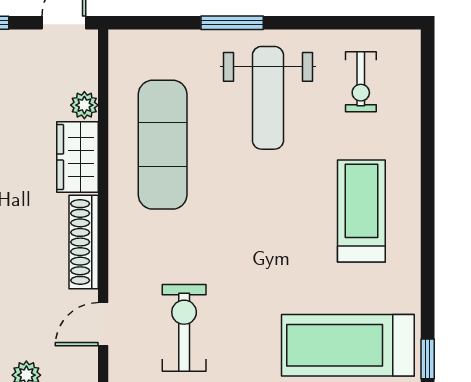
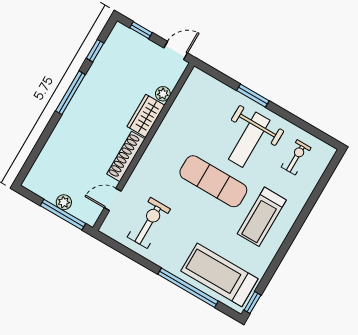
exercise bike: (361, 82) -> (296, 157), turned 180
exercise mat: (163, 145) -> (213, 181), moved, turned 90
treadmill: (361, 211) -> (262, 217), turned 180

